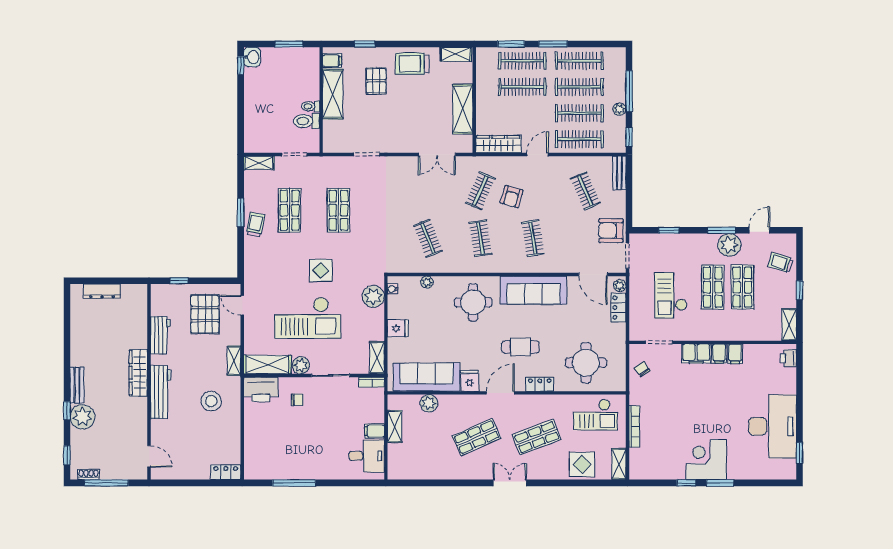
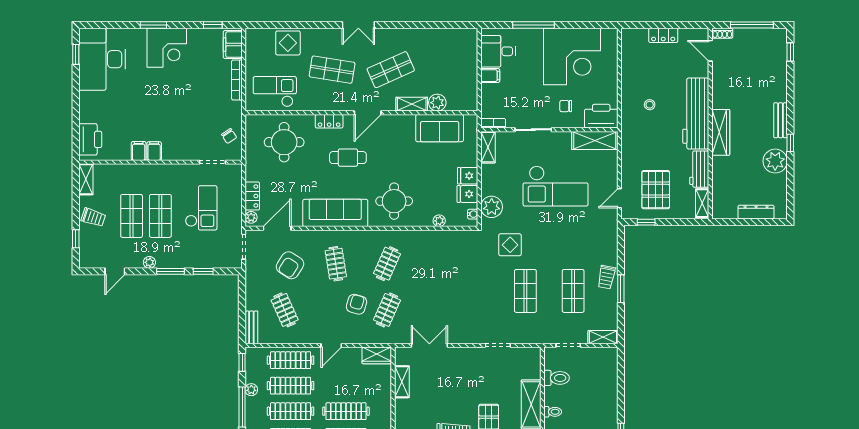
toilet: (311, 106) -> (553, 412), moved
shelving: (463, 109) -> (402, 382), width x0.67, depth x0.75
wardrobe: (498, 144) -> (377, 355), width x0.67
window: (722, 230) -> (170, 271), moved
armchair: (611, 231) -> (290, 265), moved, turned 123
clothes rail: (428, 238) -> (438, 264), removed
clothes rail: (480, 238) -> (387, 264), turned 33
plant: (729, 245) -> (149, 262), width x0.53, depth x0.53
trolley: (781, 263) -> (93, 217), moved
display table: (321, 270) -> (510, 245), moved
door: (593, 274) -> (277, 228), hinge flipped
window: (179, 281) -> (646, 222), moved
window: (800, 290) -> (76, 239), moved
door: (242, 305) -> (619, 198), swing flipped
checkout: (308, 318) -> (556, 186), turned 180
filing cabinet: (696, 354) -> (233, 45), moved, turned -90
printer: (788, 358) -> (90, 139), width x1.87, depth x1.48
shelving: (234, 361) -> (702, 203), moved
plant: (301, 365) -> (562, 140), removed
sofa: (427, 377) -> (440, 128), width x0.73
fridge: (470, 381) -> (467, 194), moved, turned 90
workbench: (161, 392) -> (696, 113), width x1.36, depth x1.32
stool: (211, 401) -> (650, 105), width x0.53, depth x0.53
window: (67, 411) -> (790, 143), moved
plant: (82, 417) -> (775, 161), moved
desk: (772, 426) -> (102, 59), moved
shelving: (395, 427) -> (412, 104), moved, turned 90
shop shelf: (537, 437) -> (332, 70), turned 30
corner desk: (291, 451) -> (572, 56), added
shelving: (619, 464) -> (252, 43), removed
locker: (226, 472) -> (663, 35), moved
shoe rack: (89, 475) -> (722, 33), moved
window: (294, 483) -> (534, 25), moved
window: (686, 483) -> (213, 25), moved

